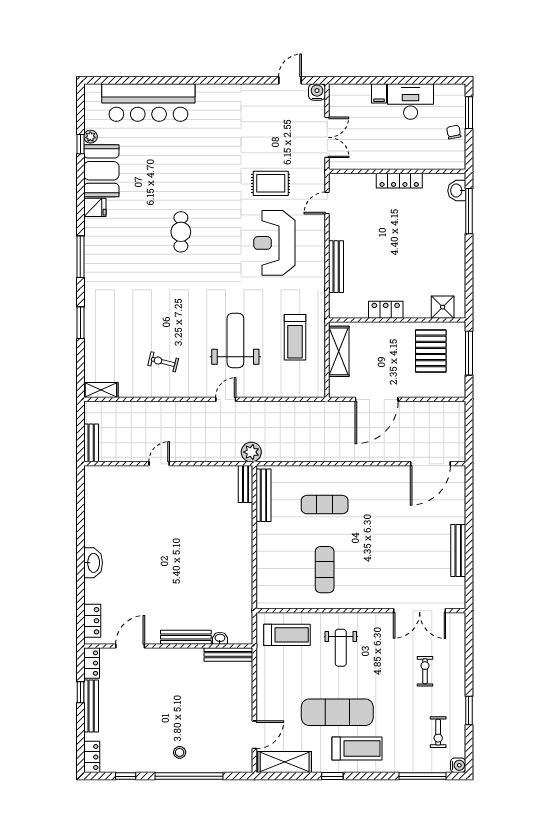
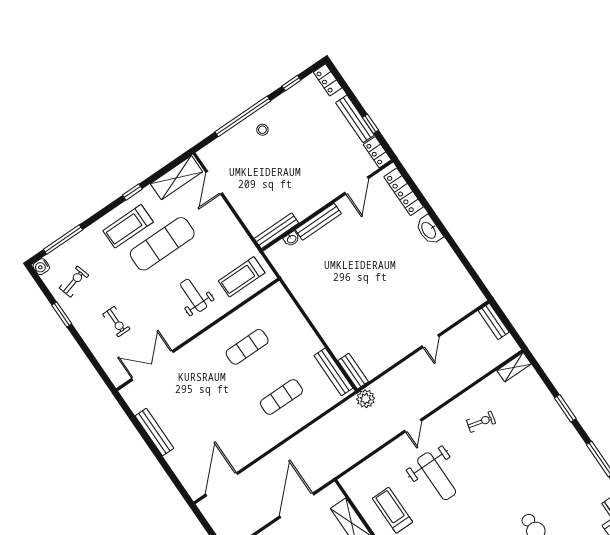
exercise mat: (325, 570) -> (247, 347), turned 90
locker: (92, 621) -> (404, 192), width x1.53
exercise bike: (438, 732) -> (74, 282), turned 74

